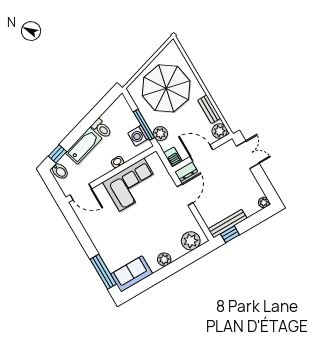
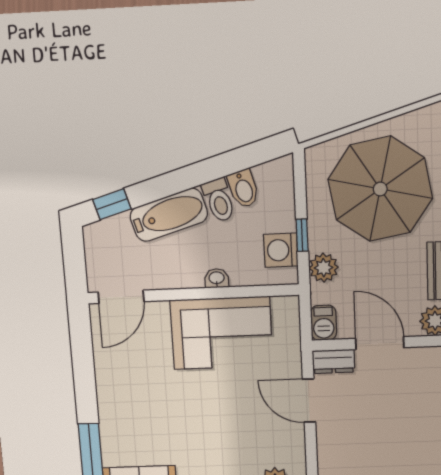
window: (144, 125) -> (302, 235), width x0.46
bidet: (60, 171) -> (243, 189), moved
door: (81, 192) -> (121, 297), hinge flipped
door: (185, 195) -> (309, 401), swing flipped

